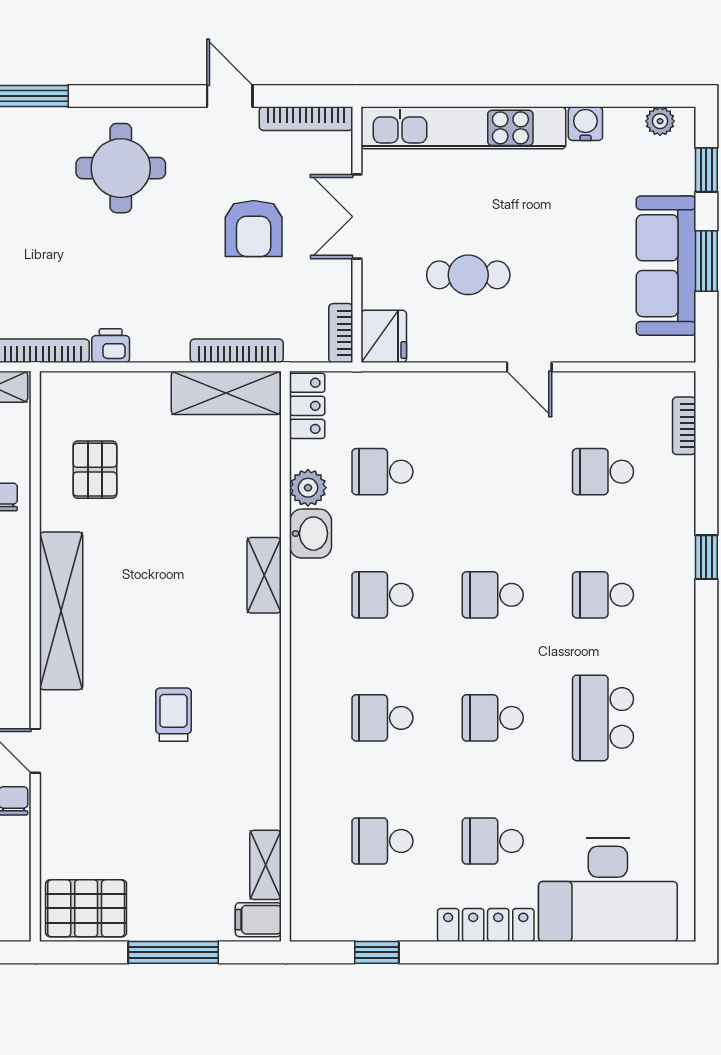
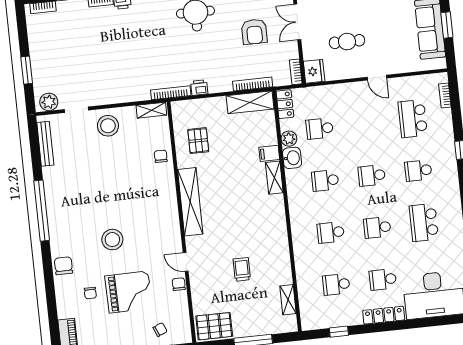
school desk: (603, 472) -> (413, 119), width x1.85
trolley: (173, 715) -> (242, 269), moved
filing cabinet: (258, 920) -> (269, 153), moved

